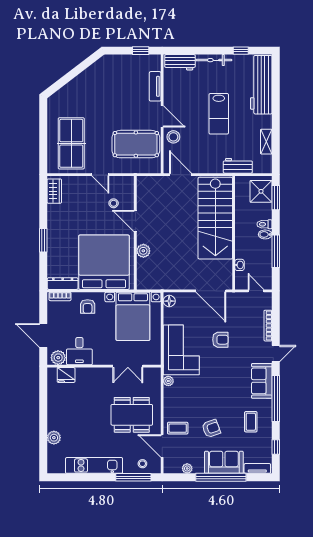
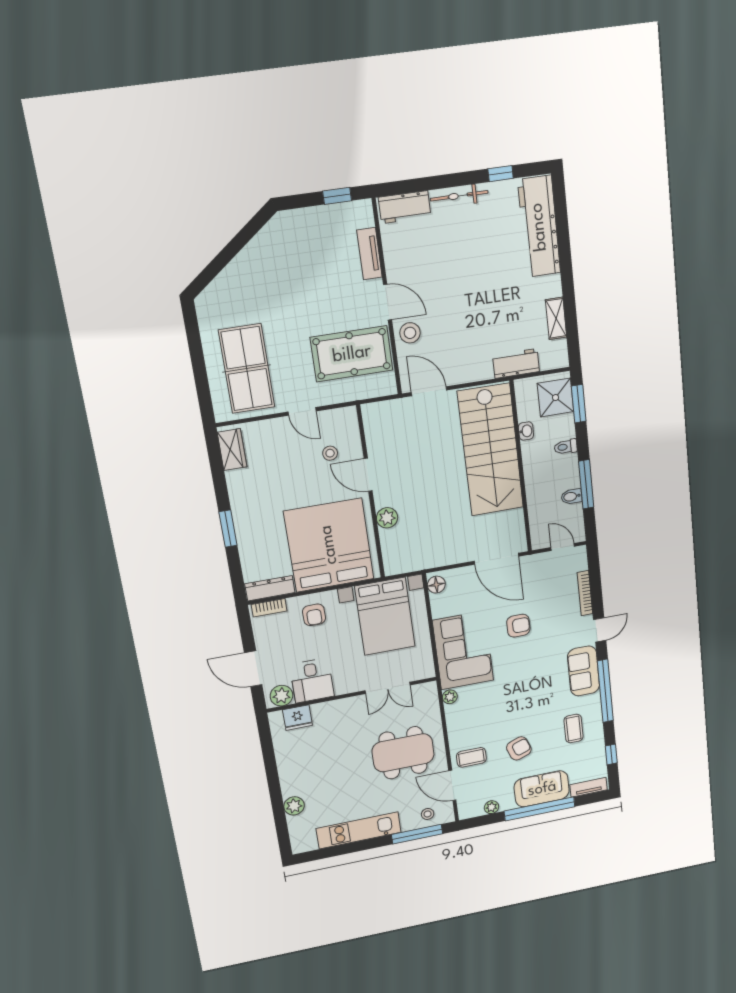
lab bench: (219, 114) -> (477, 284), removed
bidet: (265, 234) -> (571, 497), moved
washbasin: (240, 265) -> (526, 431), moved

